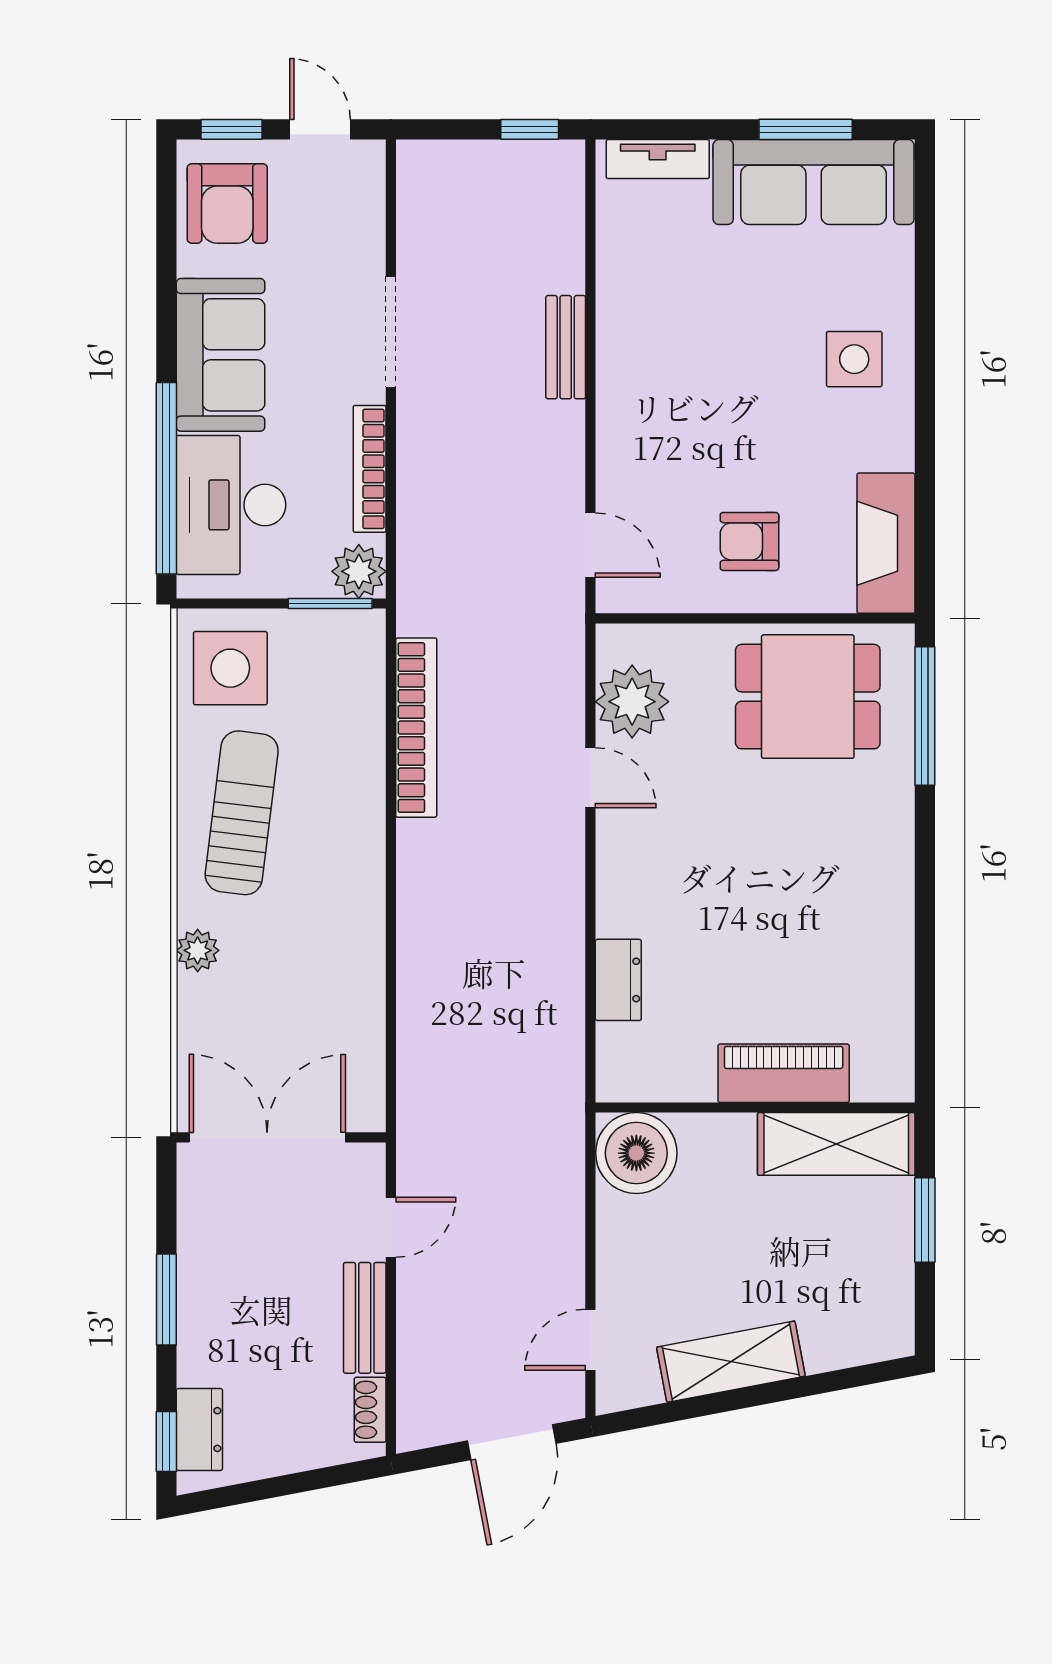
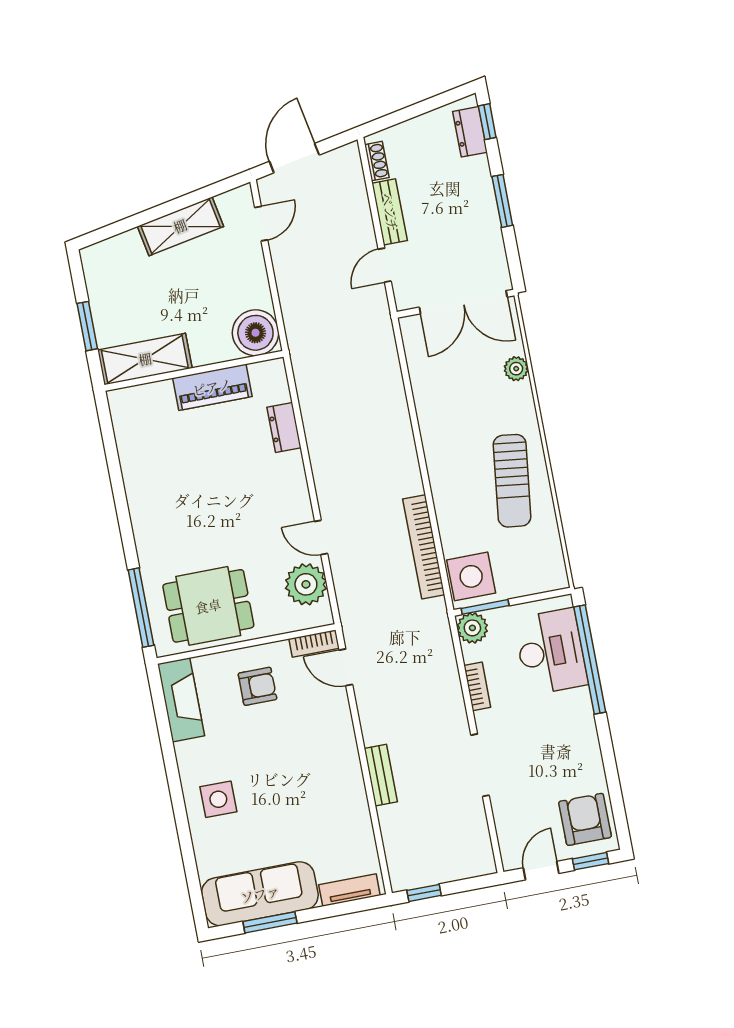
door: (320, 129) -> (541, 871), swing flipped
sofa: (220, 355) -> (573, 734), removed
bookcase: (370, 469) -> (477, 686), width x0.64
bookcase: (637, 597) -> (314, 644), added
side table: (230, 668) -> (471, 576), moved
plant: (198, 950) -> (516, 369), moved
piano: (784, 1073) -> (212, 387), moved

